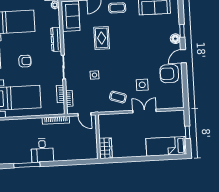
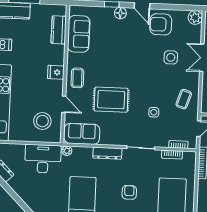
rug: (102, 38) -> (111, 100), width x1.36, depth x1.43
armchair: (169, 74) -> (161, 24), turned 90
coffee table: (118, 97) -> (184, 99), moved
plant: (178, 102) -> (195, 17), added

